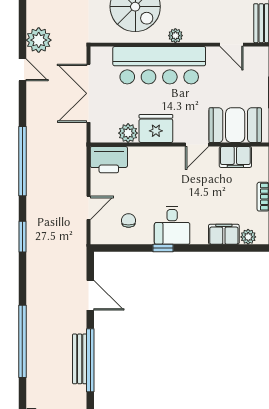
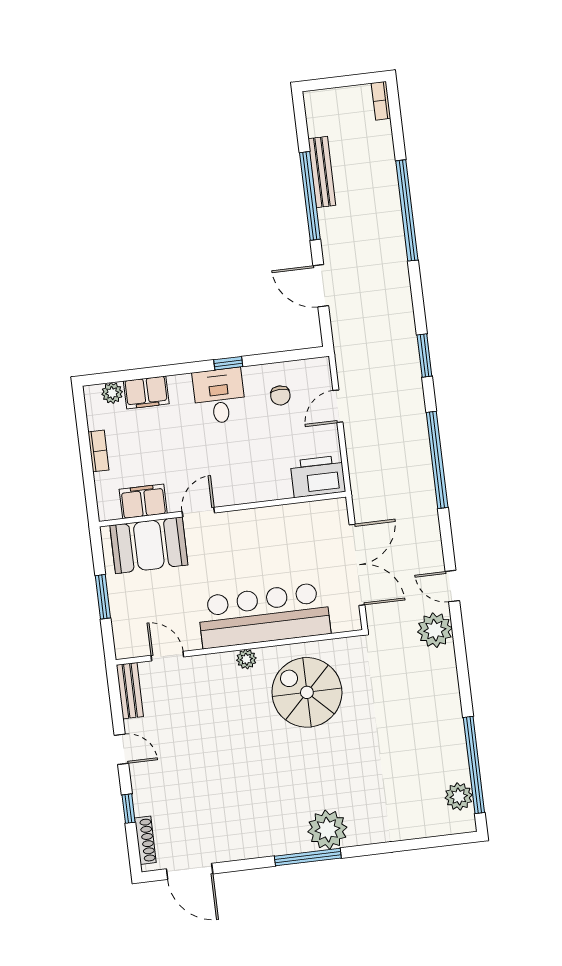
fridge: (156, 128) -> (258, 527), removed
plant: (128, 133) -> (296, 516), removed
bench: (80, 359) -> (322, 172), moved

